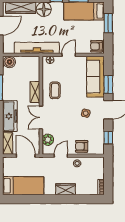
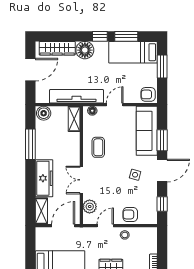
shelving: (35, 92) -> (74, 119), moved
door: (26, 156) -> (63, 226), hinge flipped

